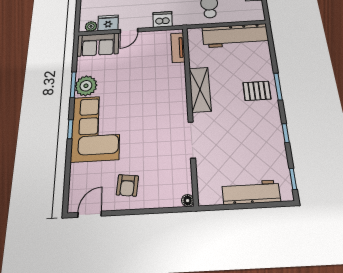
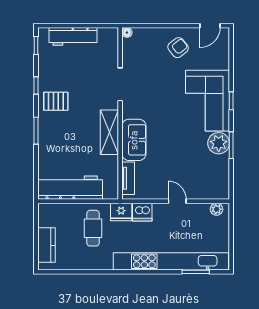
fridge: (108, 23) -> (121, 212), moved
door: (129, 31) -> (177, 201), hinge flipped
sofa: (98, 45) -> (134, 140), moved, turned 90
pallet: (257, 91) -> (56, 101), moved
armchair: (127, 185) -> (178, 48), turned 45

